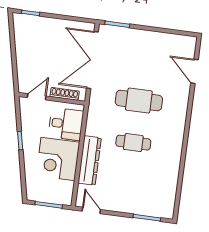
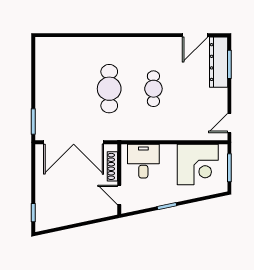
door: (194, 71) -> (195, 35), moved
corner desk: (58, 159) -> (198, 164), moved
dresser: (90, 160) -> (219, 62), moved, turned -90

